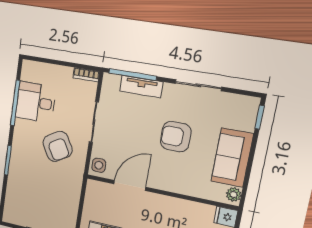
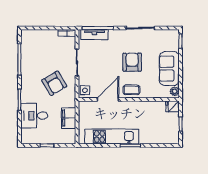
tv unit: (141, 87) -> (94, 35), moved
desk: (36, 102) -> (34, 116), moved
armchair: (176, 137) -> (132, 62), turned 90
coffee table: (167, 179) -> (131, 90), added
filing cabinet: (70, 200) -> (69, 118), added

